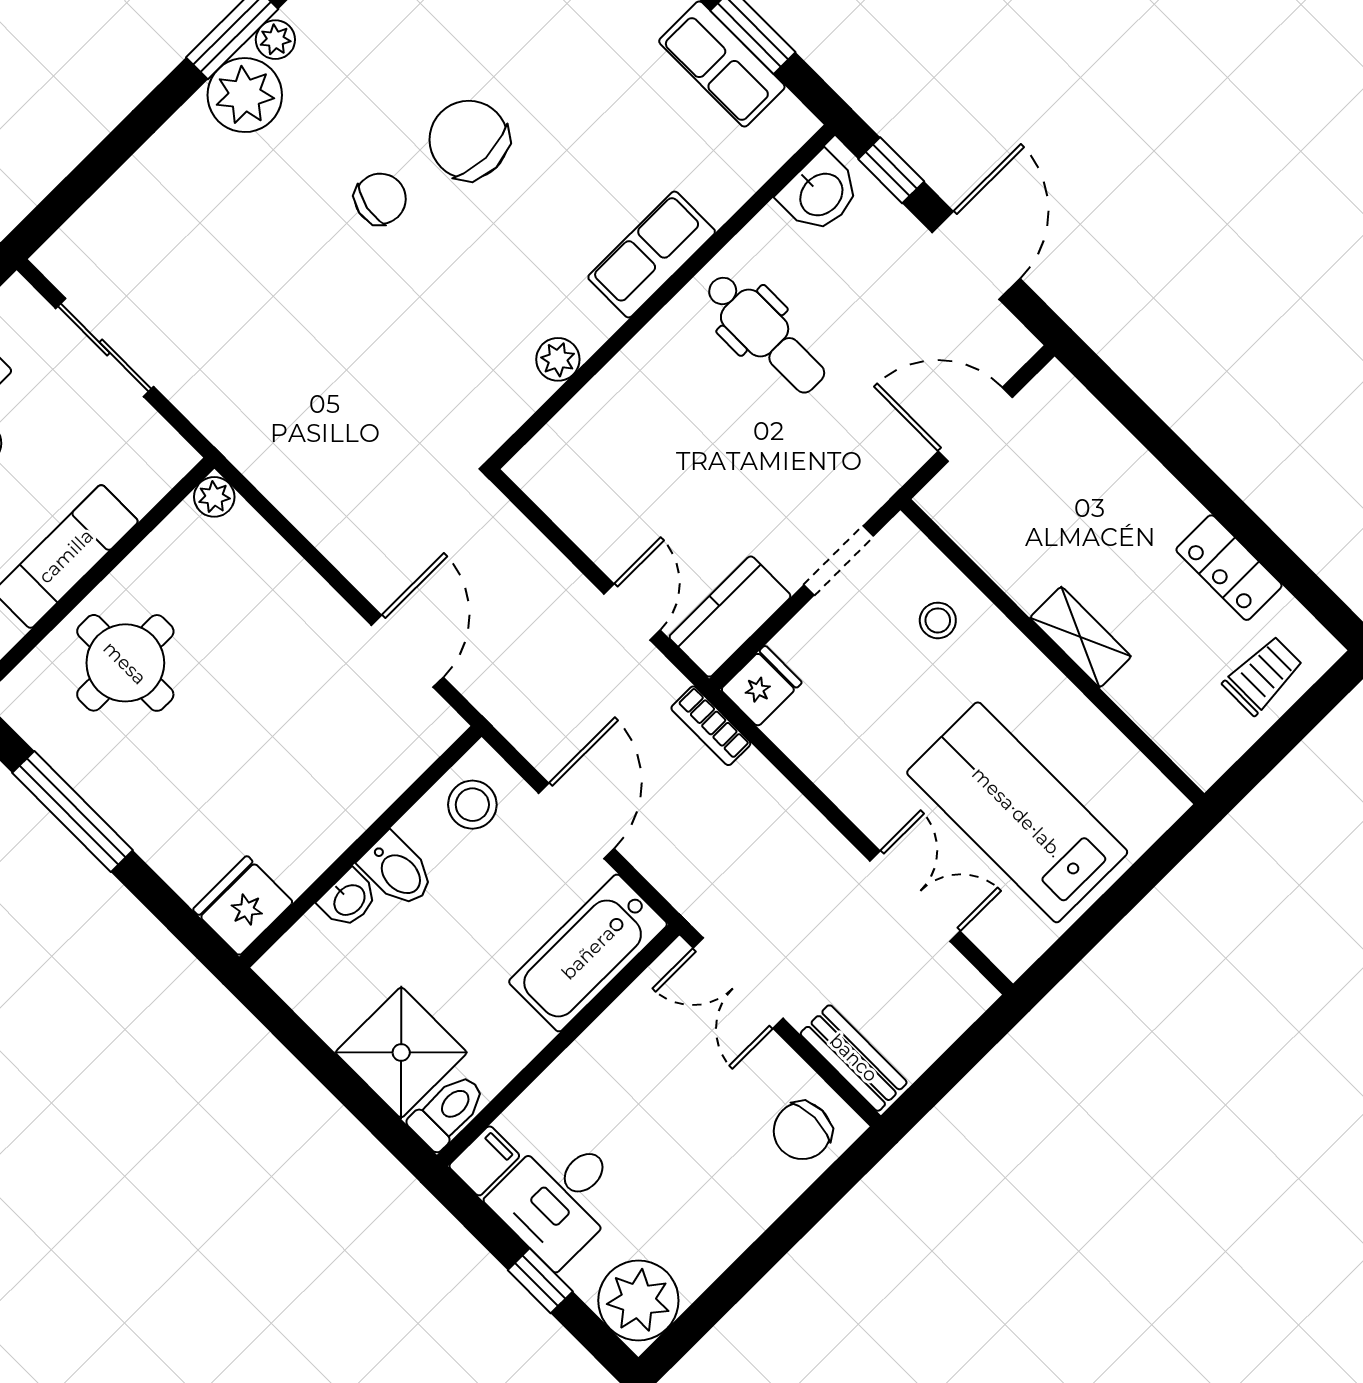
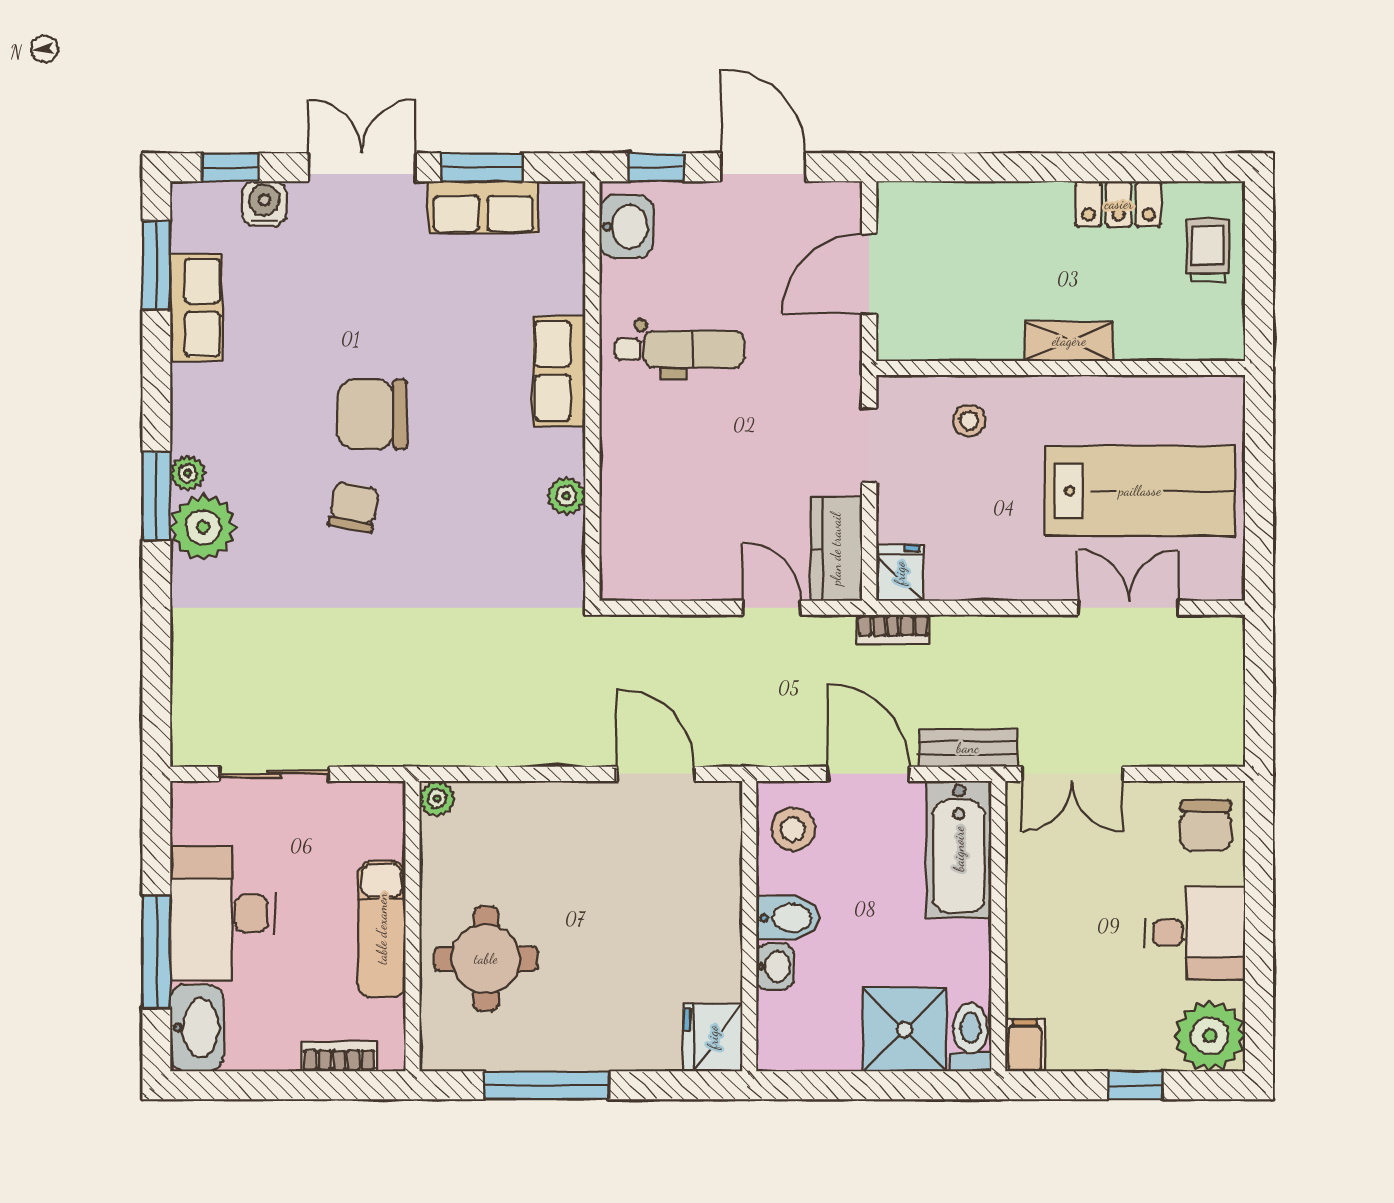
lab bench: (1017, 812) -> (1140, 491), turned 180
bench: (854, 1058) -> (968, 748), moved
desk: (559, 1197) -> (1195, 933), moved, turned -90

